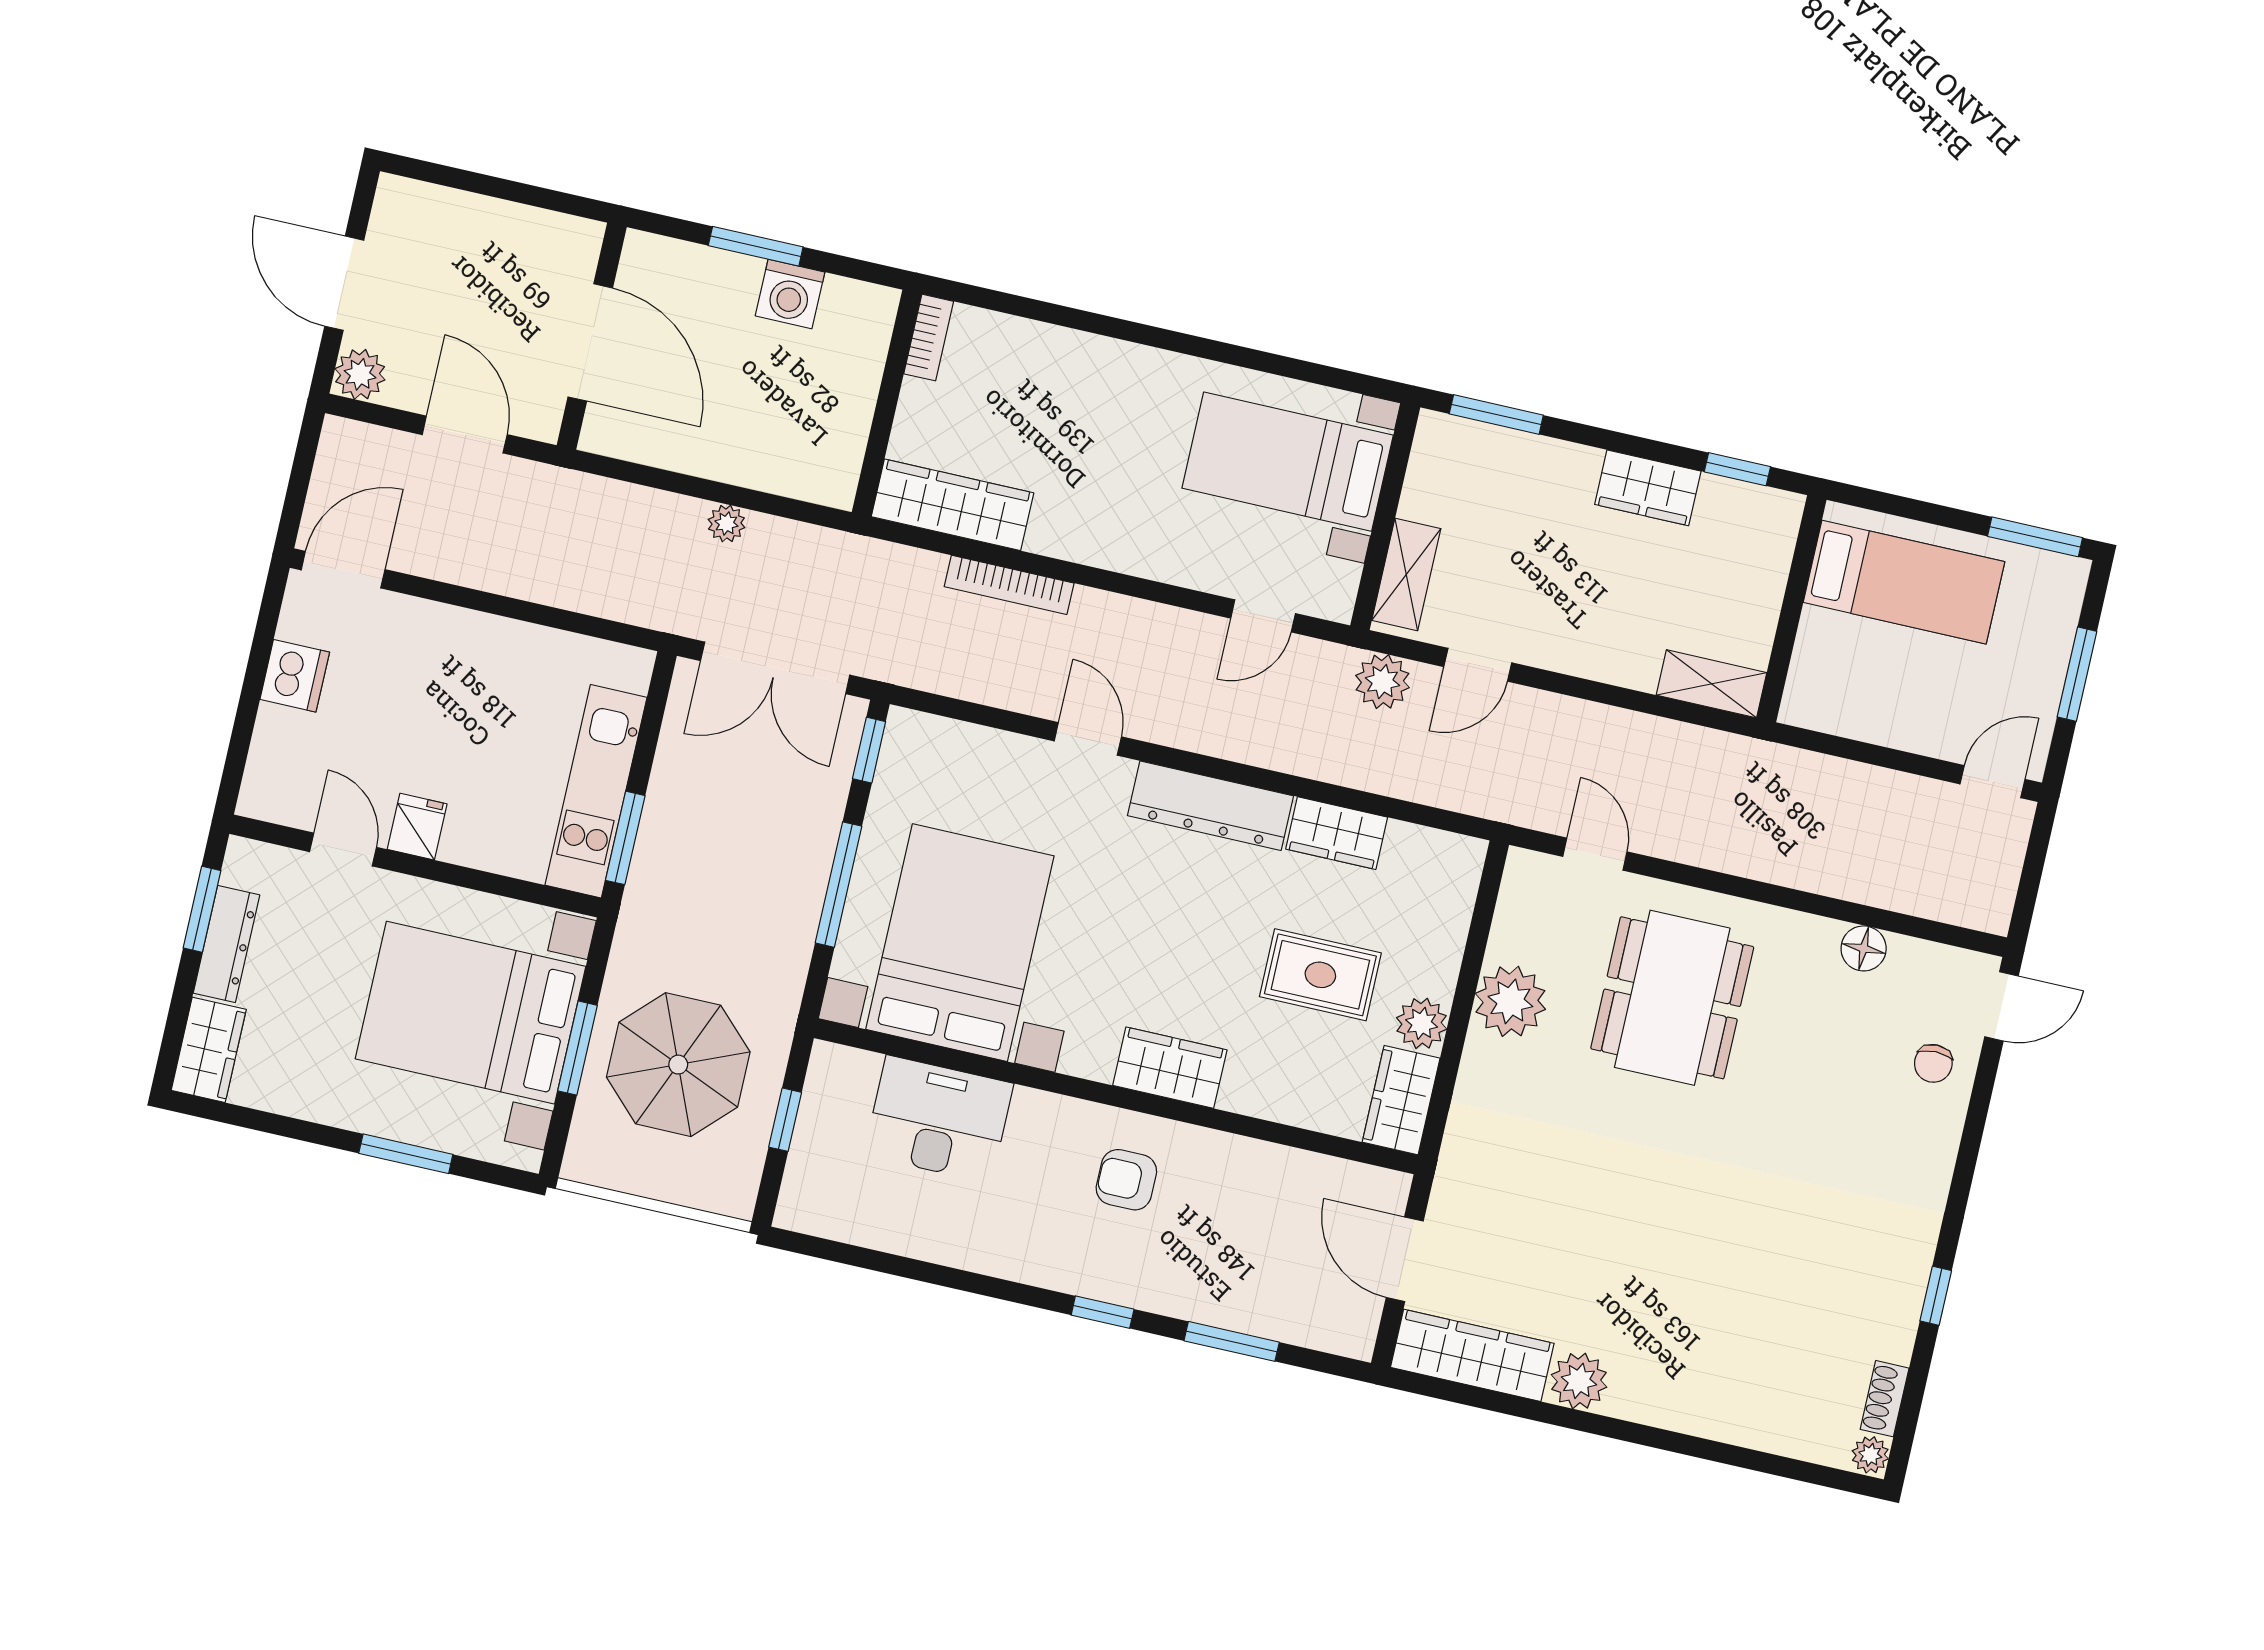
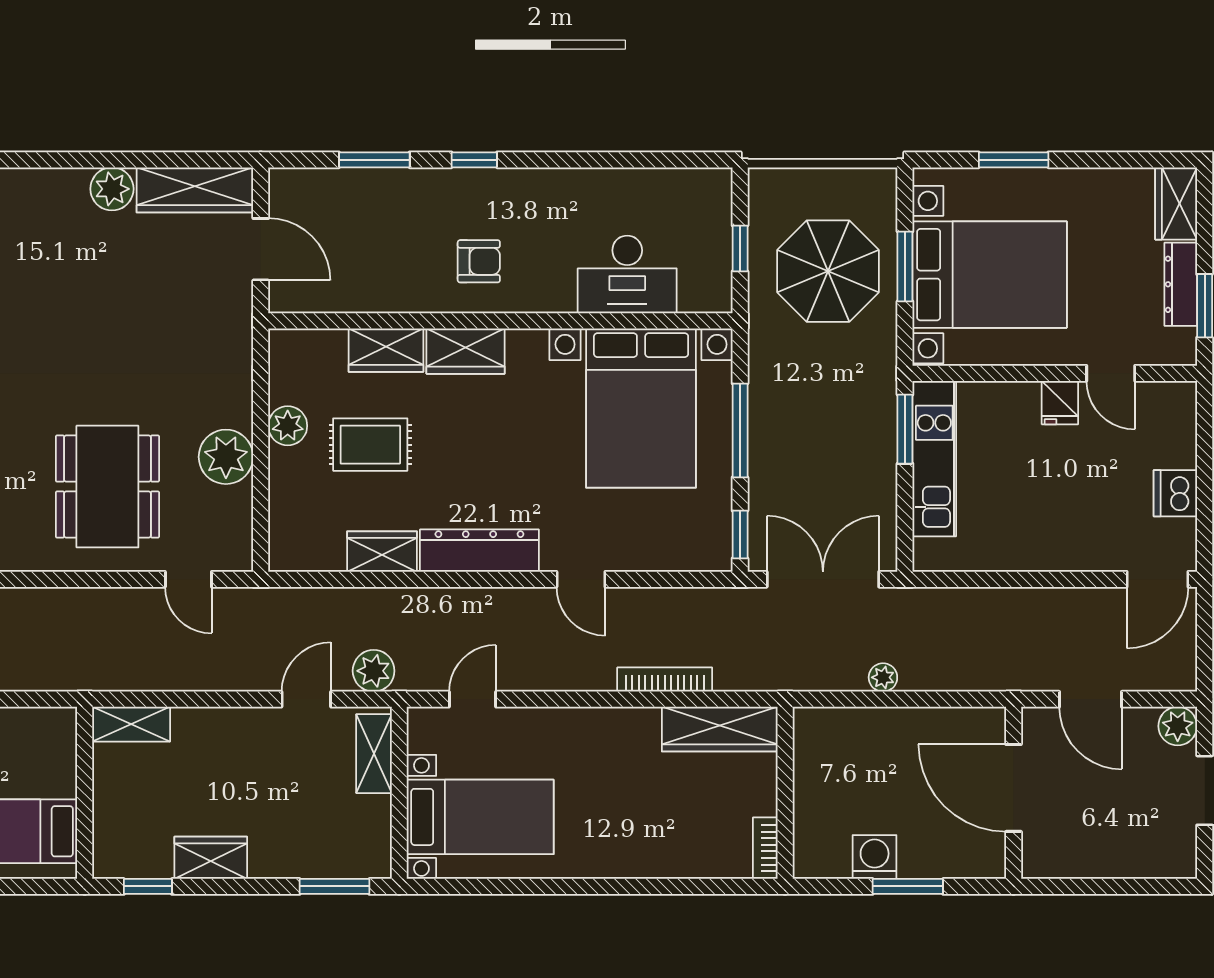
wardrobe: (1401, 1100) -> (386, 350), moved, turned 90

